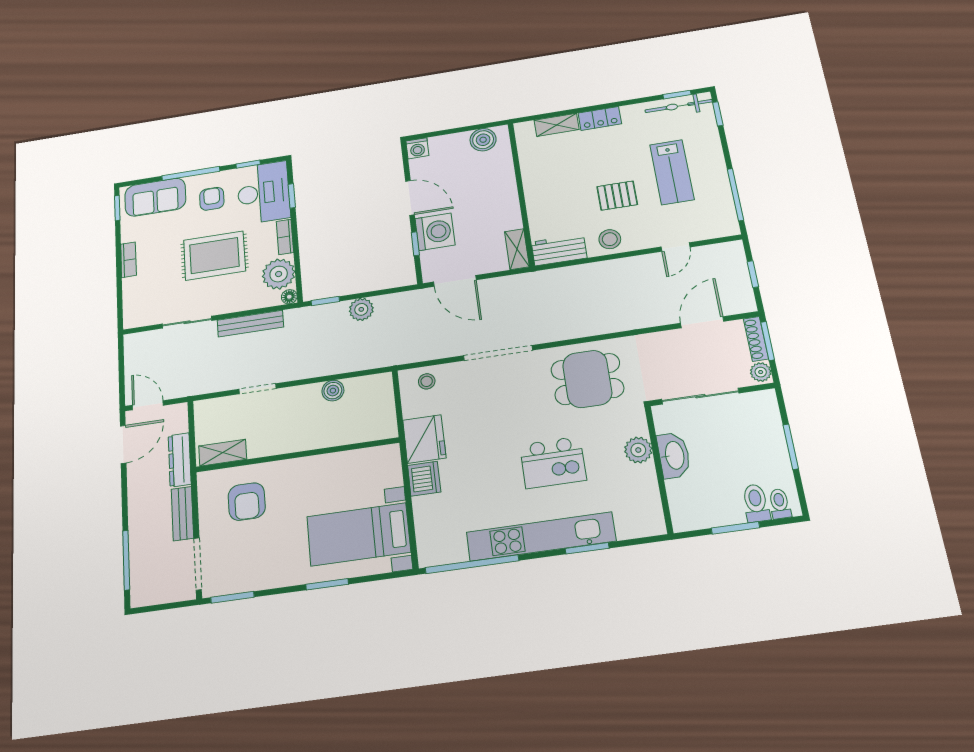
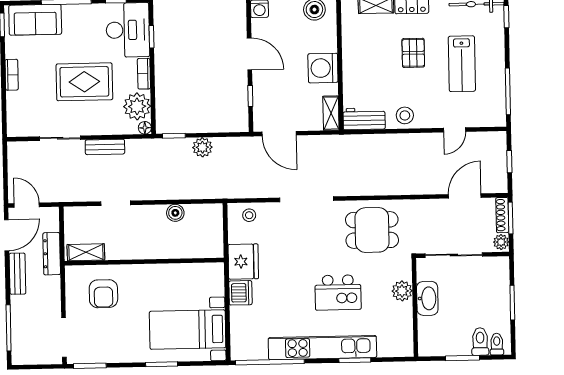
pallet: (617, 196) -> (413, 53), moved, turned 90
armchair: (212, 199) -> (84, 29), removed
washing machine: (435, 232) -> (323, 68), moved, turned 180
bench: (250, 324) -> (105, 147), width x0.73
bench: (182, 514) -> (17, 274), moved

